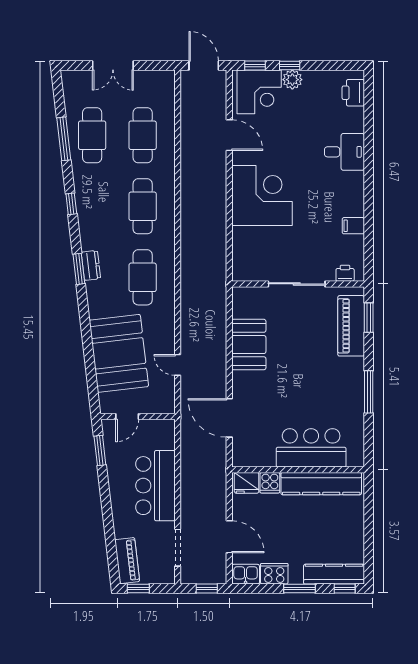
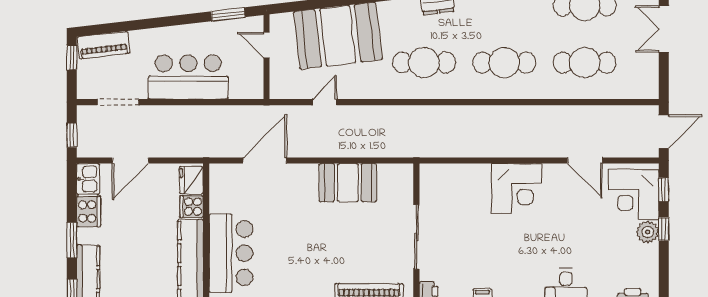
door: (229, 135) -> (585, 161), hinge flipped
corner desk: (262, 195) -> (517, 189), width x0.74, depth x0.74

